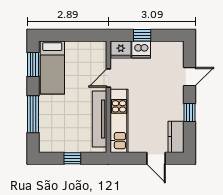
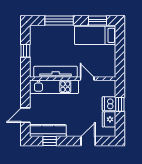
fridge: (121, 50) -> (109, 119), moved
door: (190, 77) -> (88, 141), swing flipped
window: (190, 112) -> (50, 141), moved
kitchen counter: (176, 137) -> (48, 131), width x1.50

